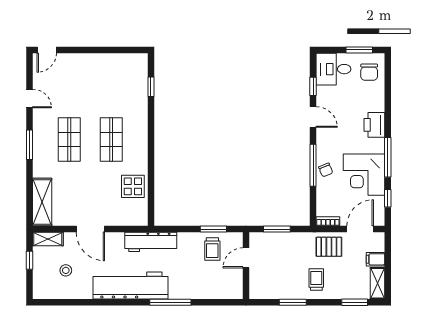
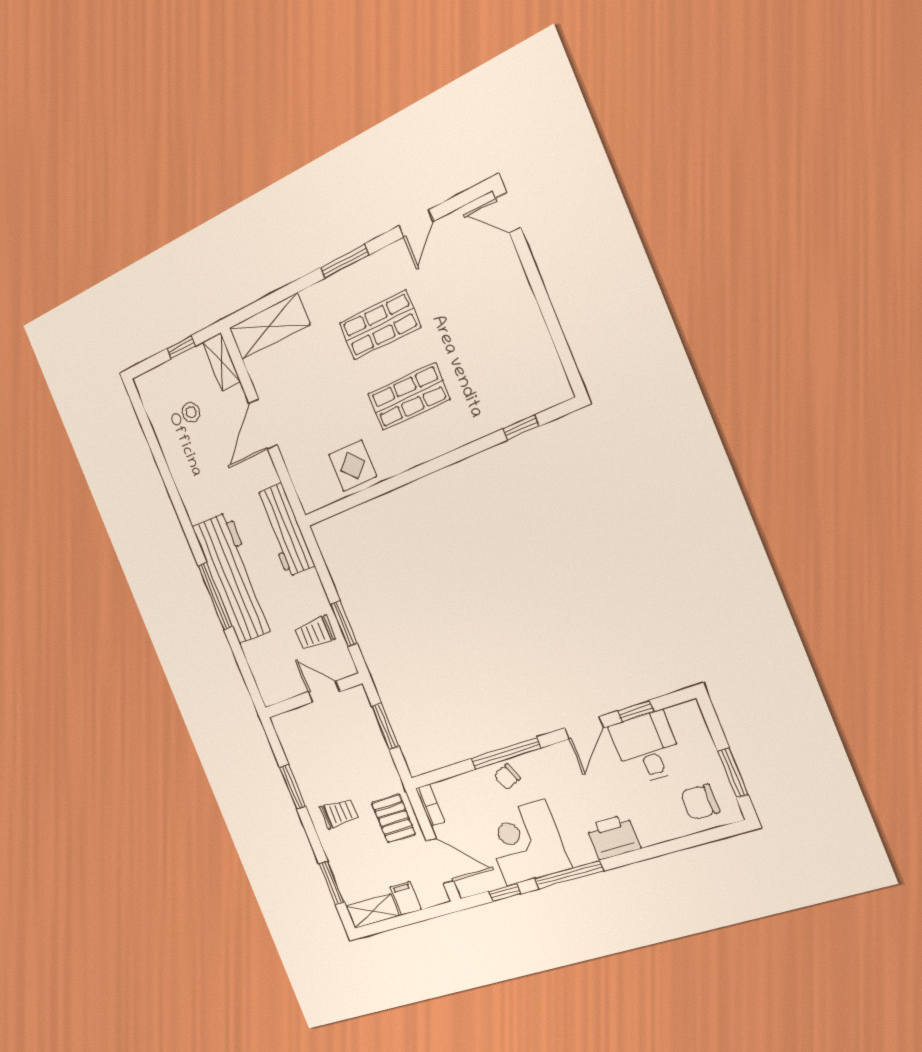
desk: (333, 69) -> (647, 748), moved
workbench: (130, 286) -> (234, 578), moved

